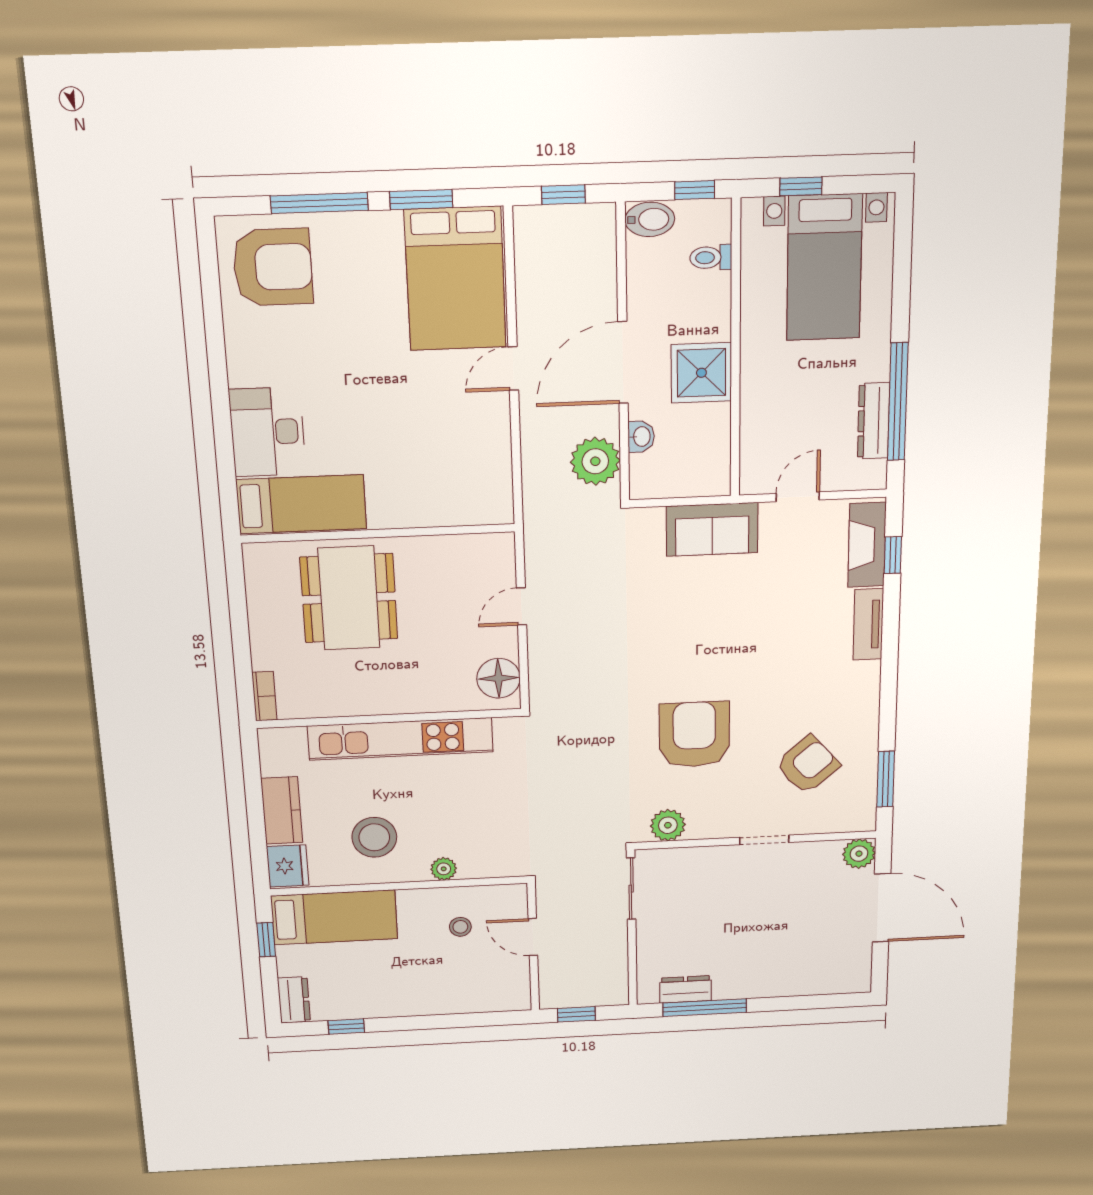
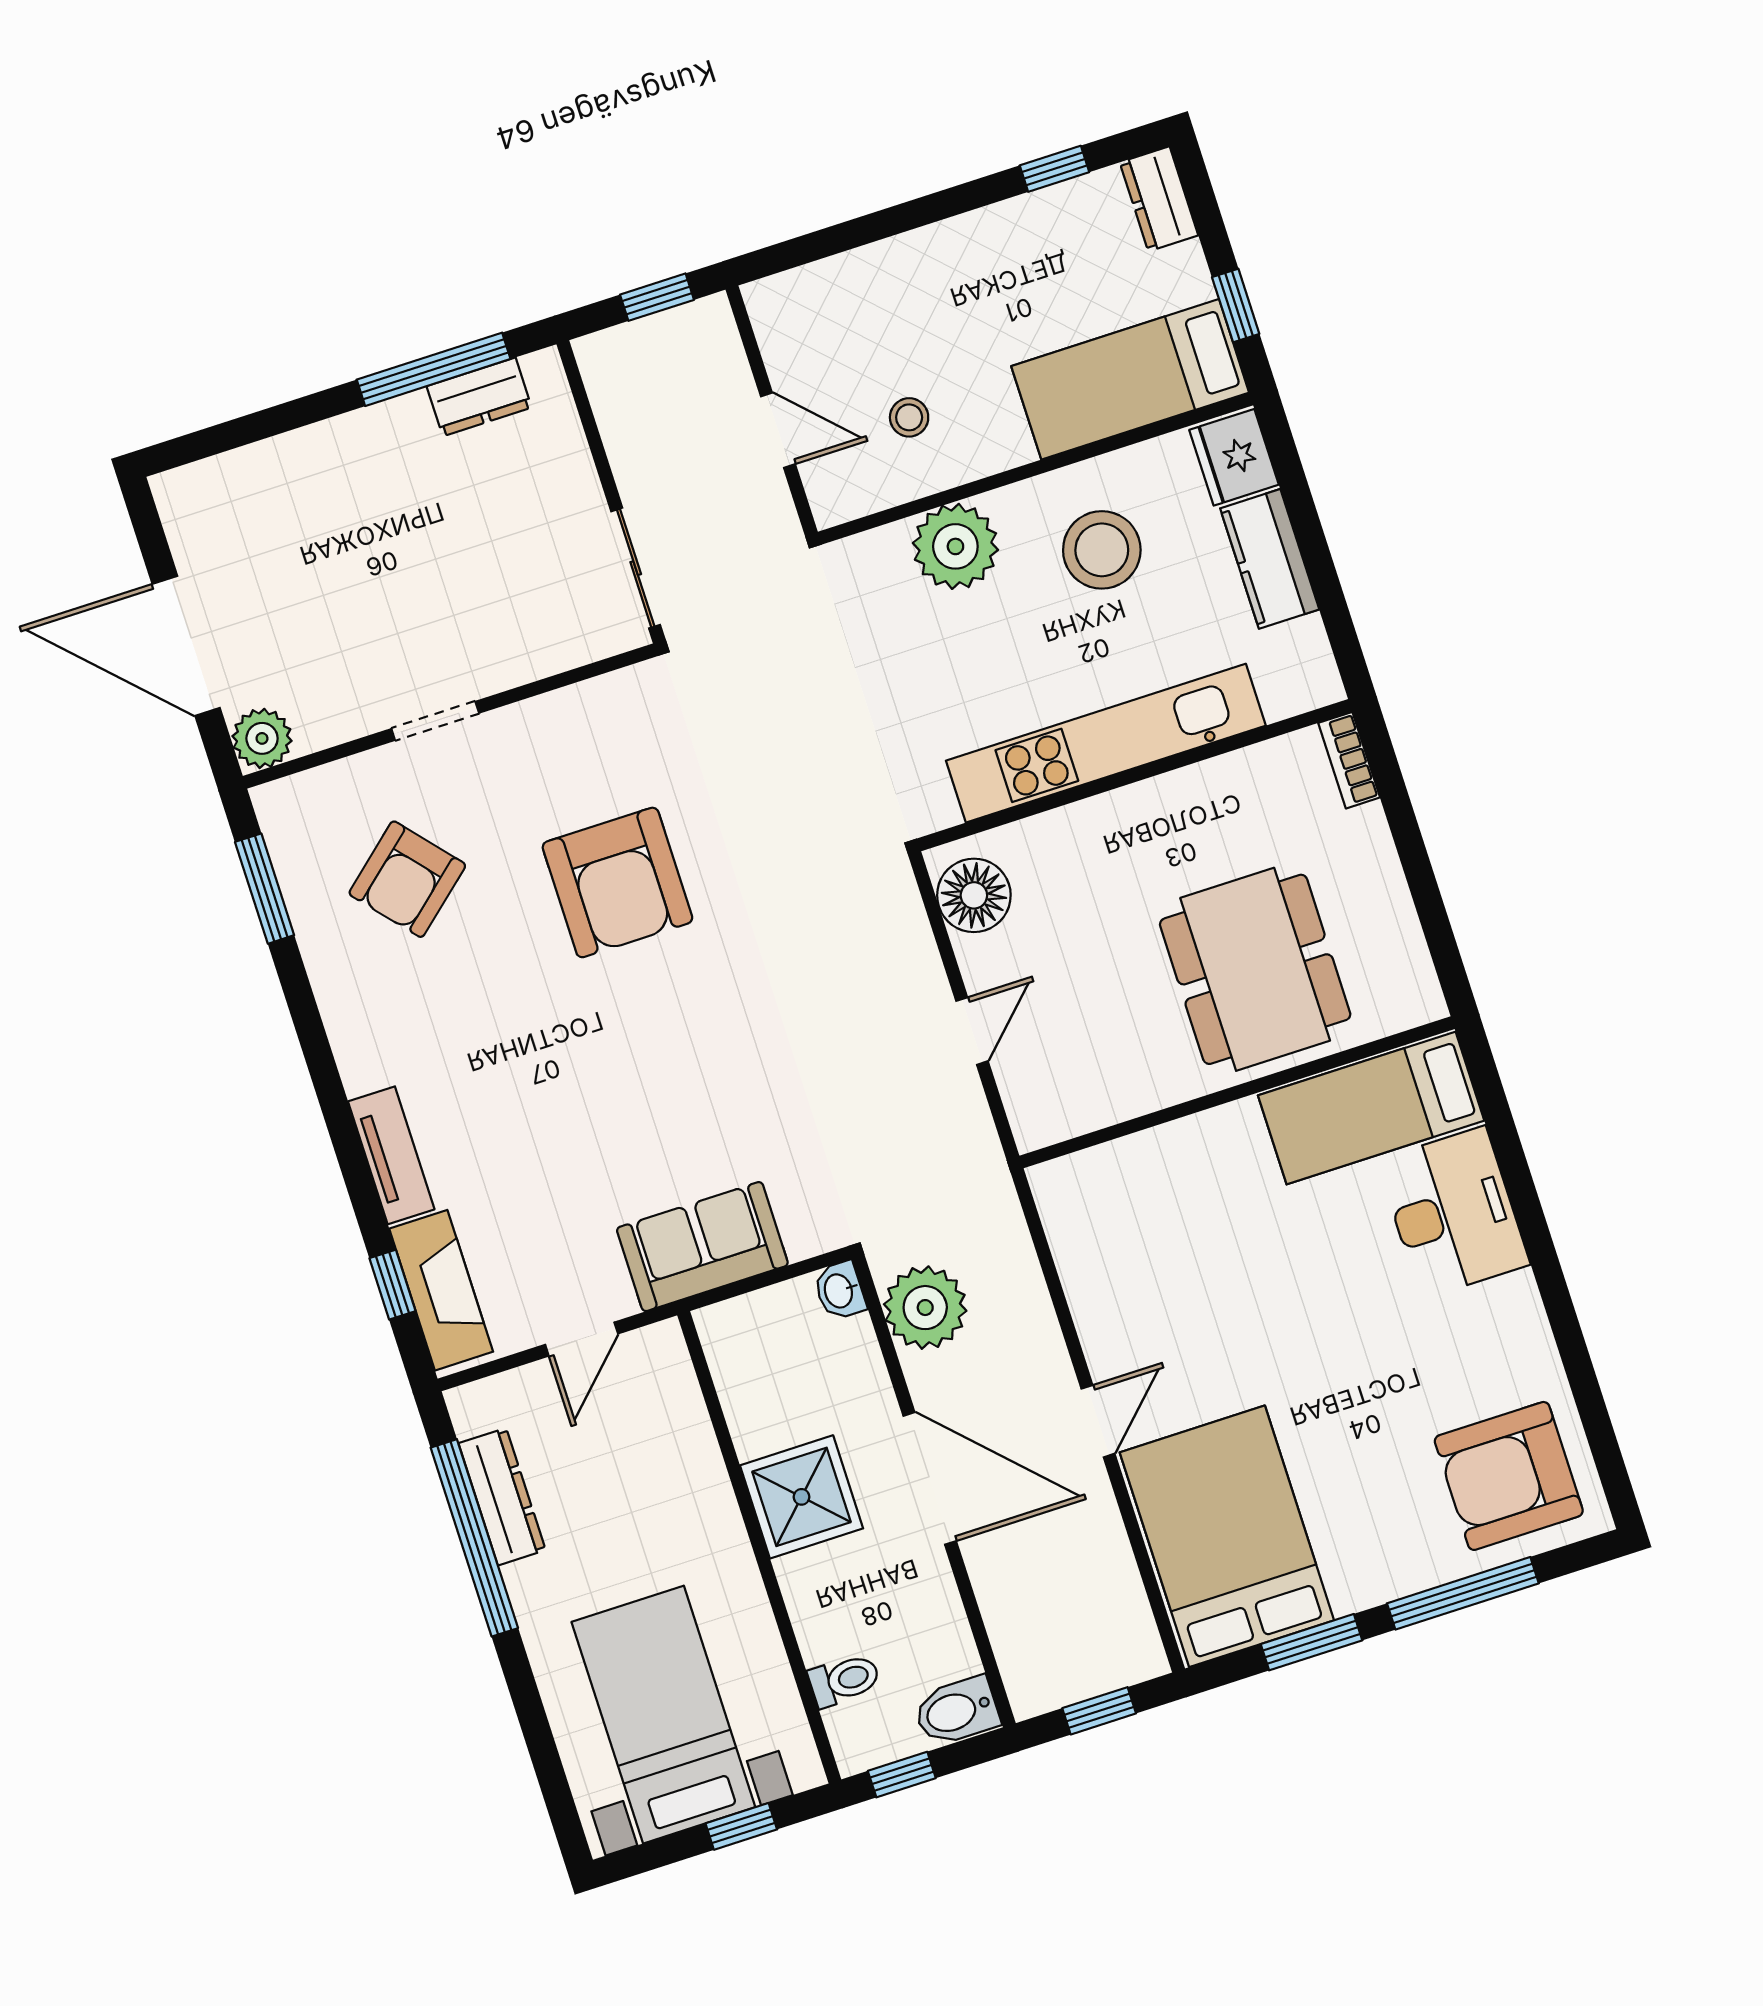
door: (623, 363) -> (930, 1478), hinge flipped
washbasin: (641, 437) -> (840, 1291), moved
plant: (668, 825) -> (610, 704), removed
plant: (444, 869) -> (955, 546), width x1.88, depth x1.88

